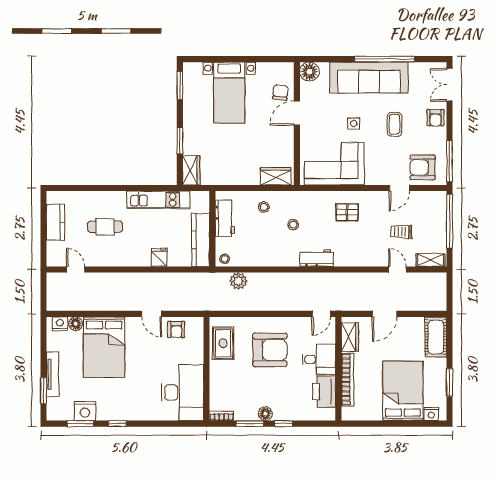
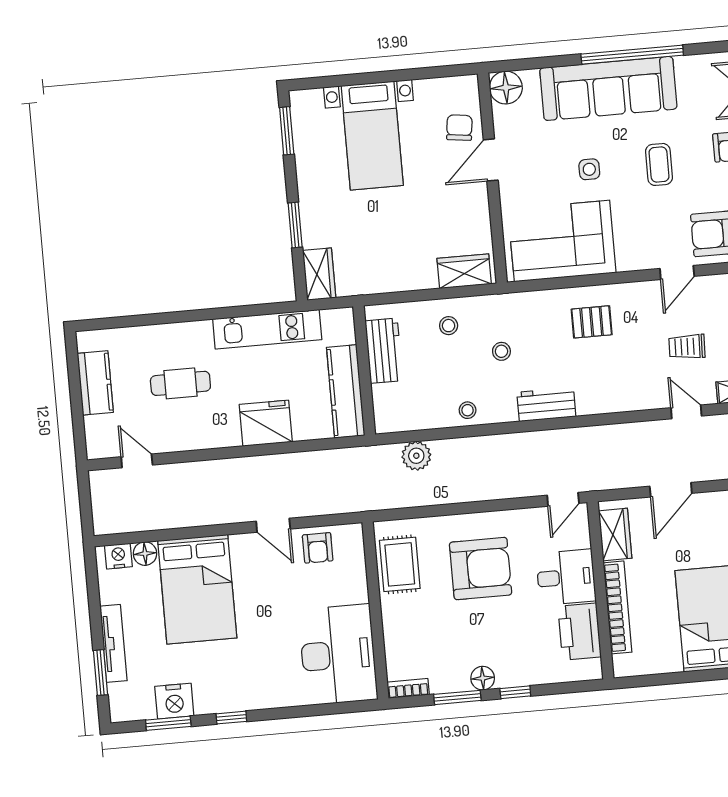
fridge: (159, 257) -> (266, 423), width x1.88, depth x1.34
stool: (225, 259) -> (468, 410), moved

